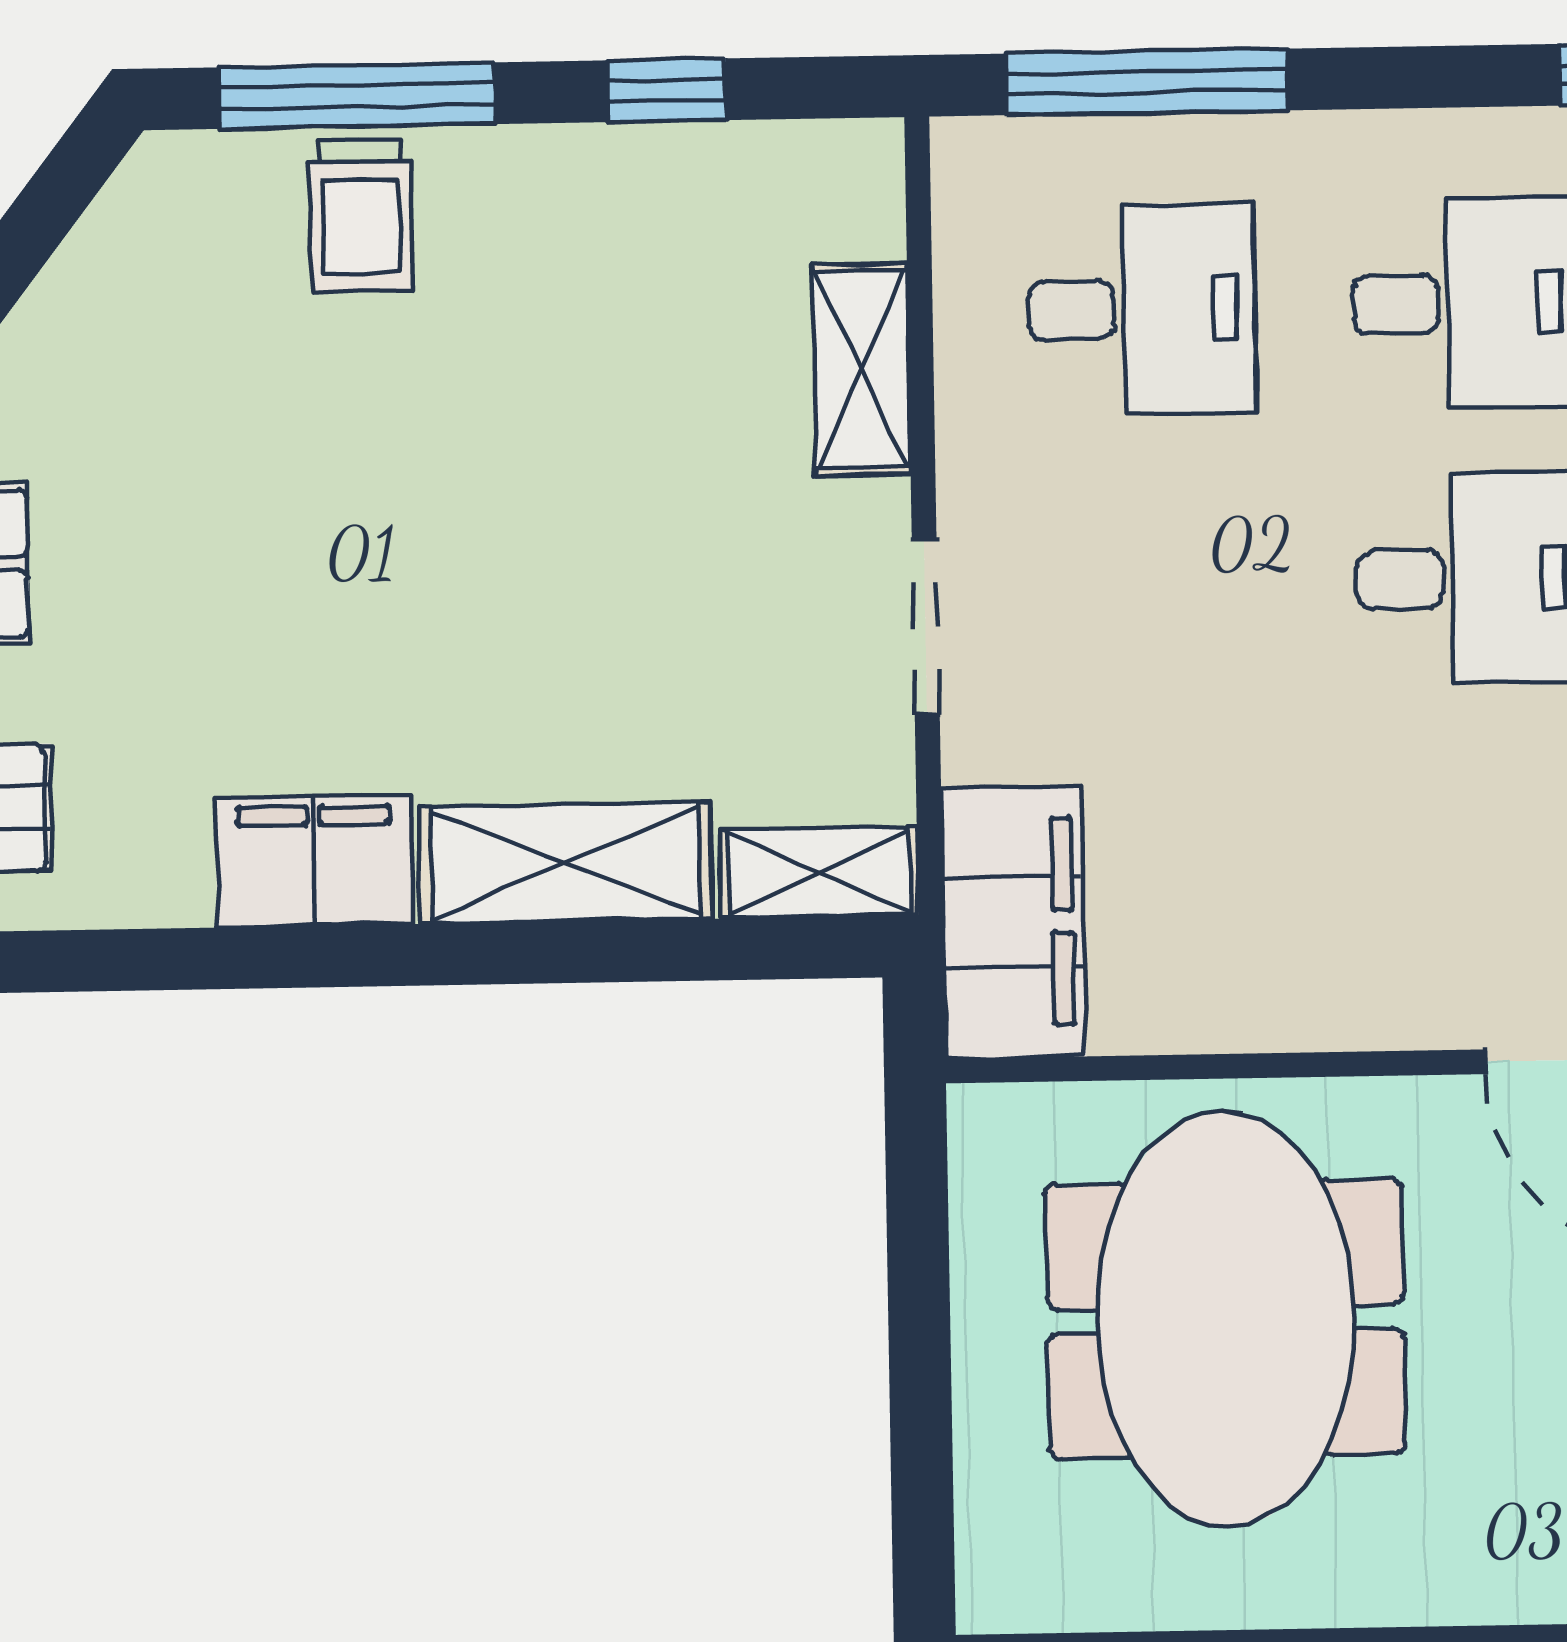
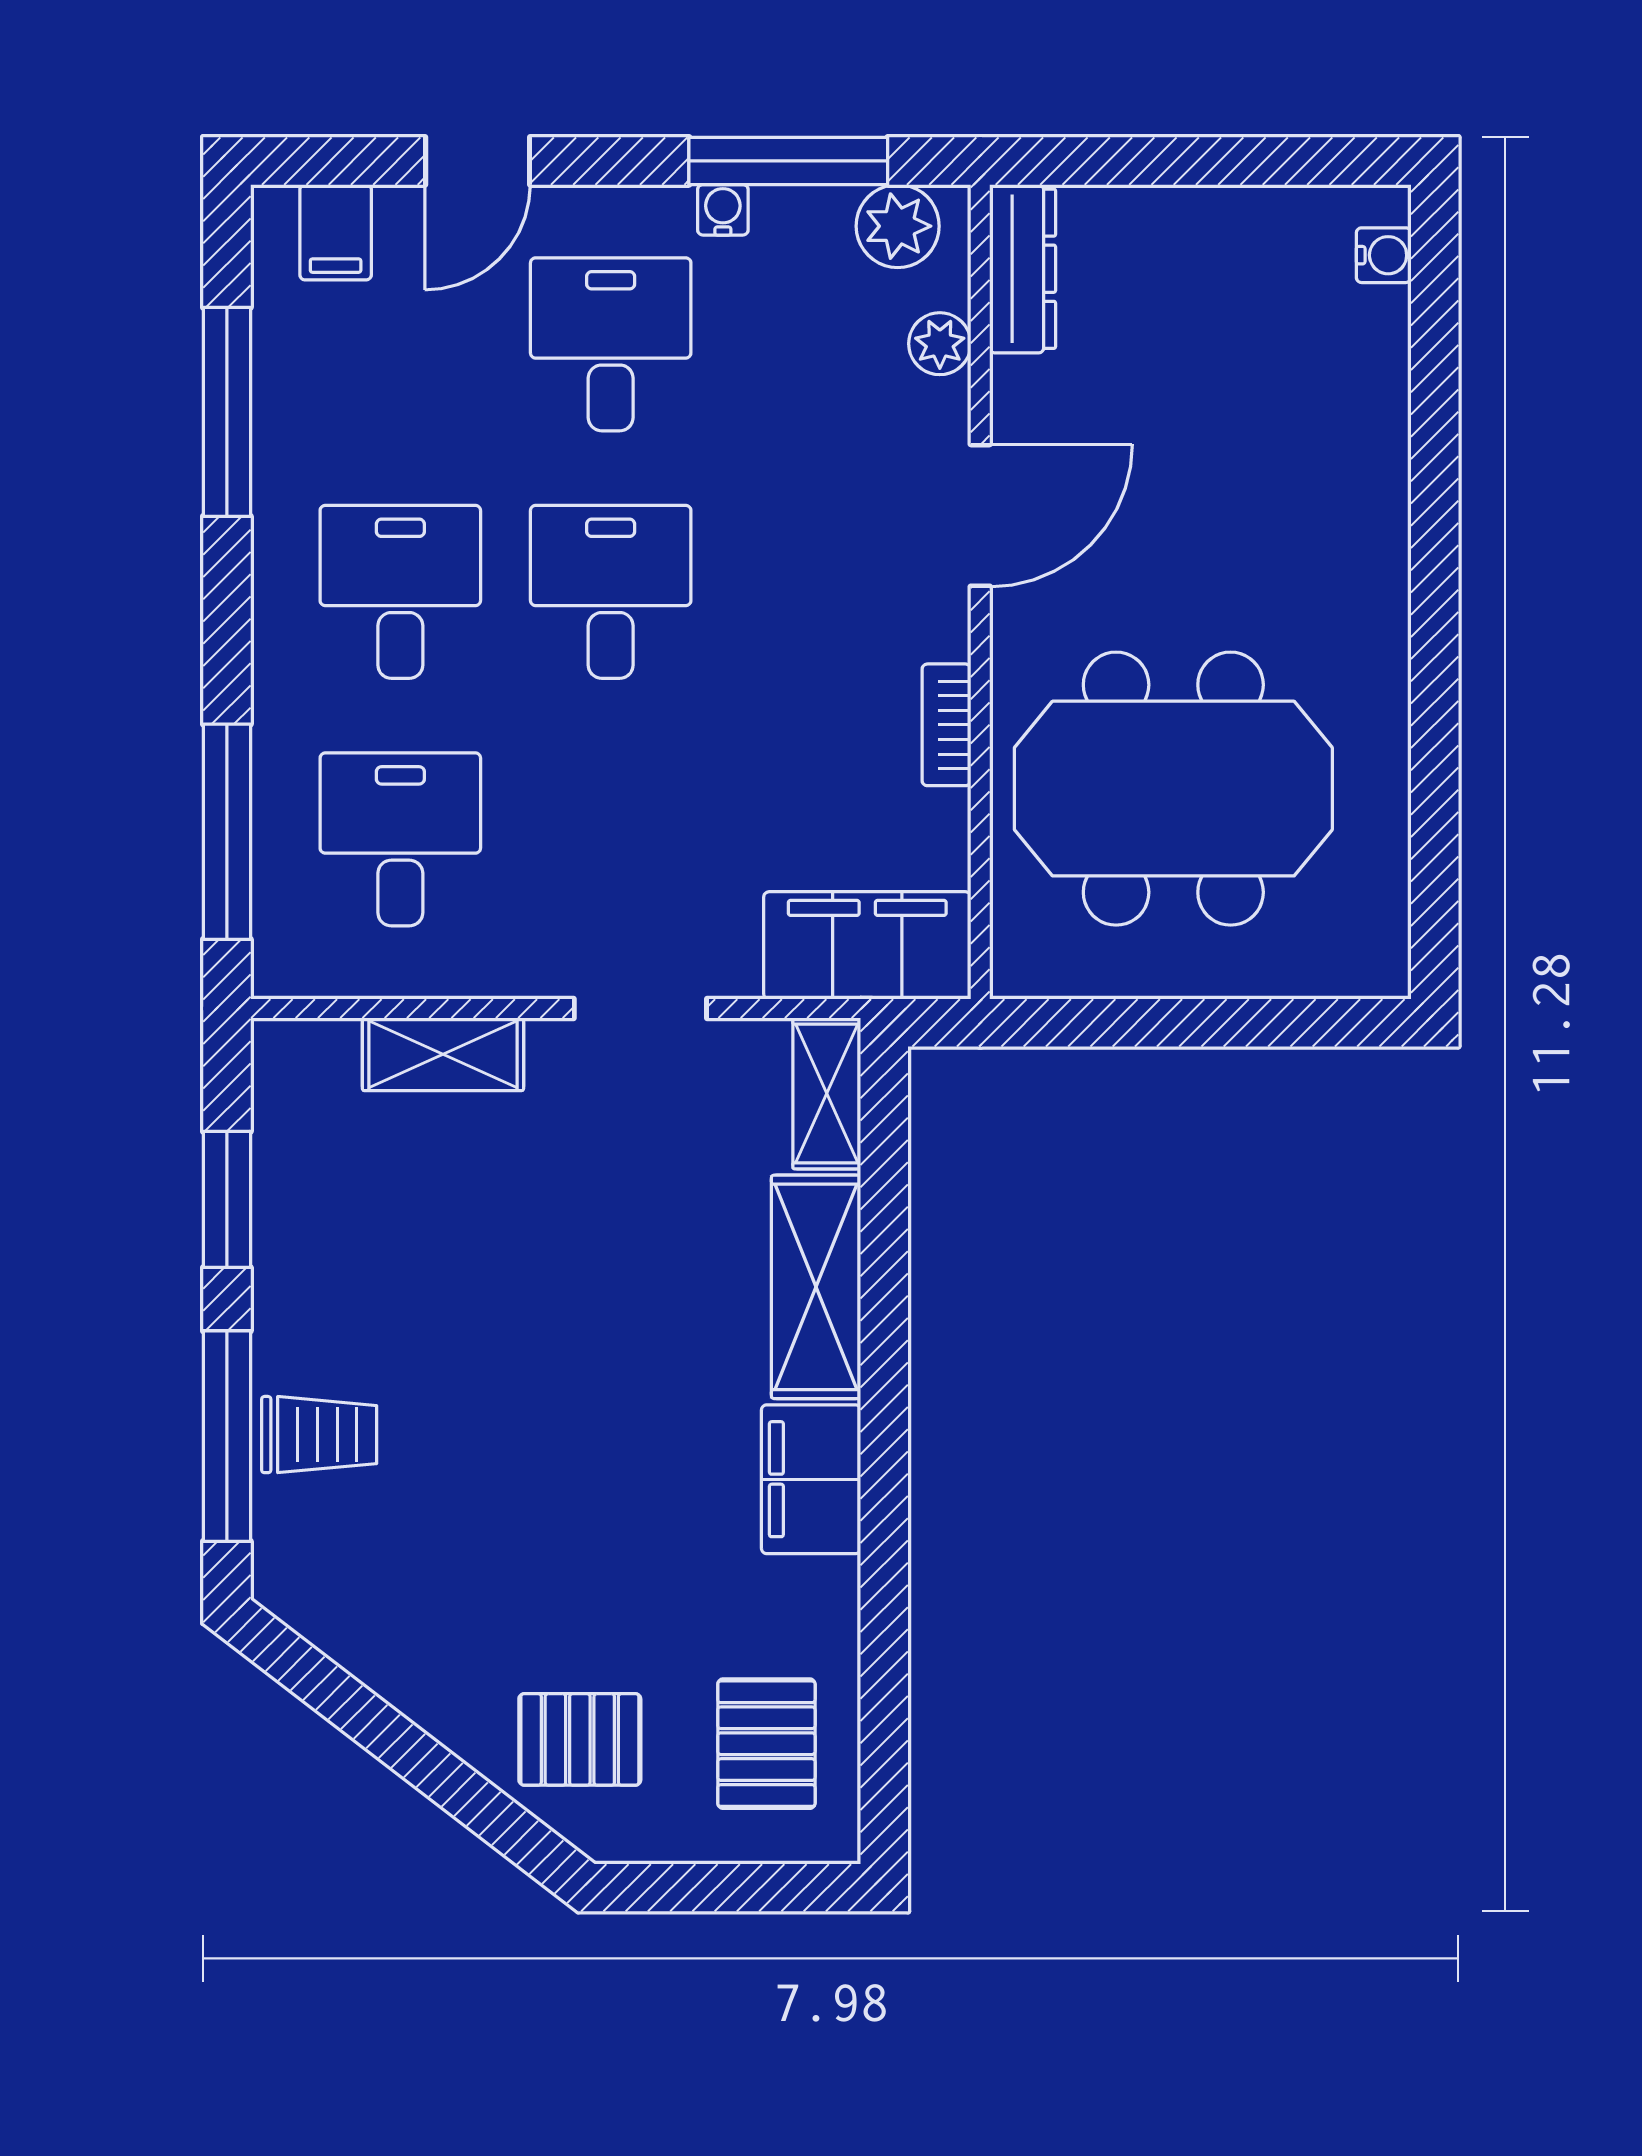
window: (666, 90) -> (227, 1199), width x1.50
bookcase: (1304, 1021) -> (946, 725), added

